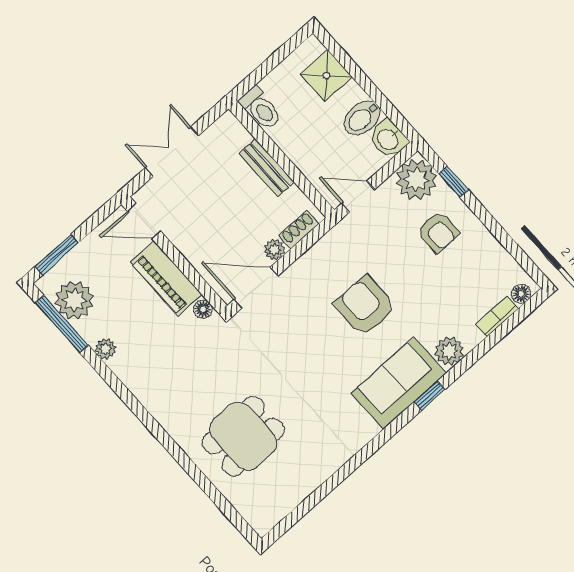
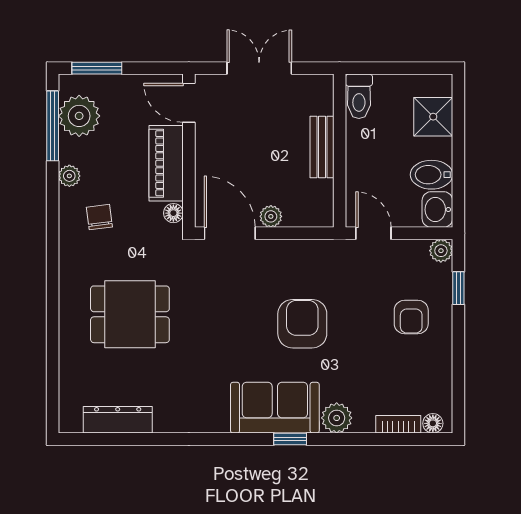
plant: (416, 180) -> (441, 251), width x0.53, depth x0.53
shoe rack: (299, 230) -> (304, 218), removed
chair: (153, 359) -> (99, 217), added
dining table: (243, 436) -> (130, 314), moved
dresser: (295, 492) -> (118, 420), added

